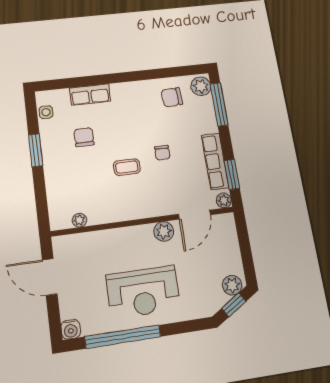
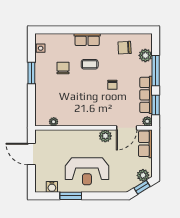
plant: (201, 86) -> (145, 55), moved
row of seats: (90, 95) -> (87, 39), moved
window: (219, 104) -> (156, 71), moved
coffee table: (127, 167) -> (90, 64), moved
row of seats: (227, 235) -> (145, 144), added
water cooler: (71, 329) -> (52, 187), moved
window: (123, 337) -> (71, 196), width x0.47

